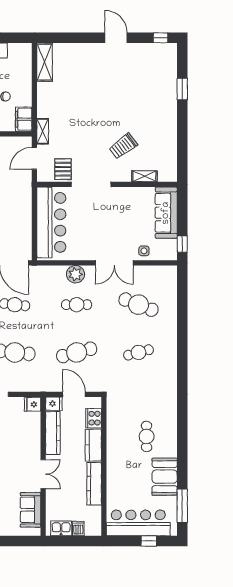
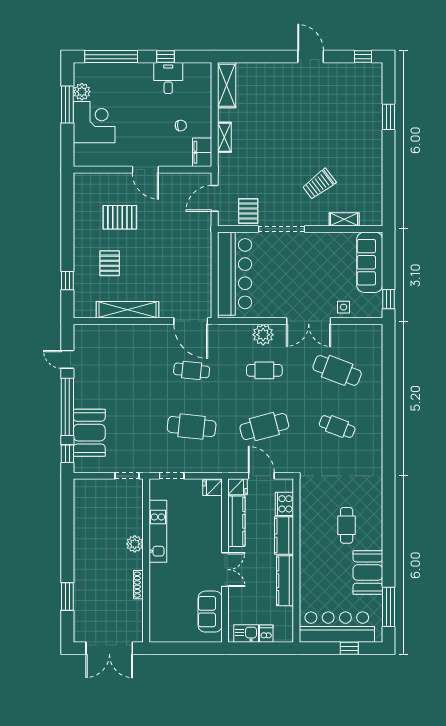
shelving: (43, 131) -> (224, 137), moved
cafe table: (139, 352) -> (337, 427), turned 36

